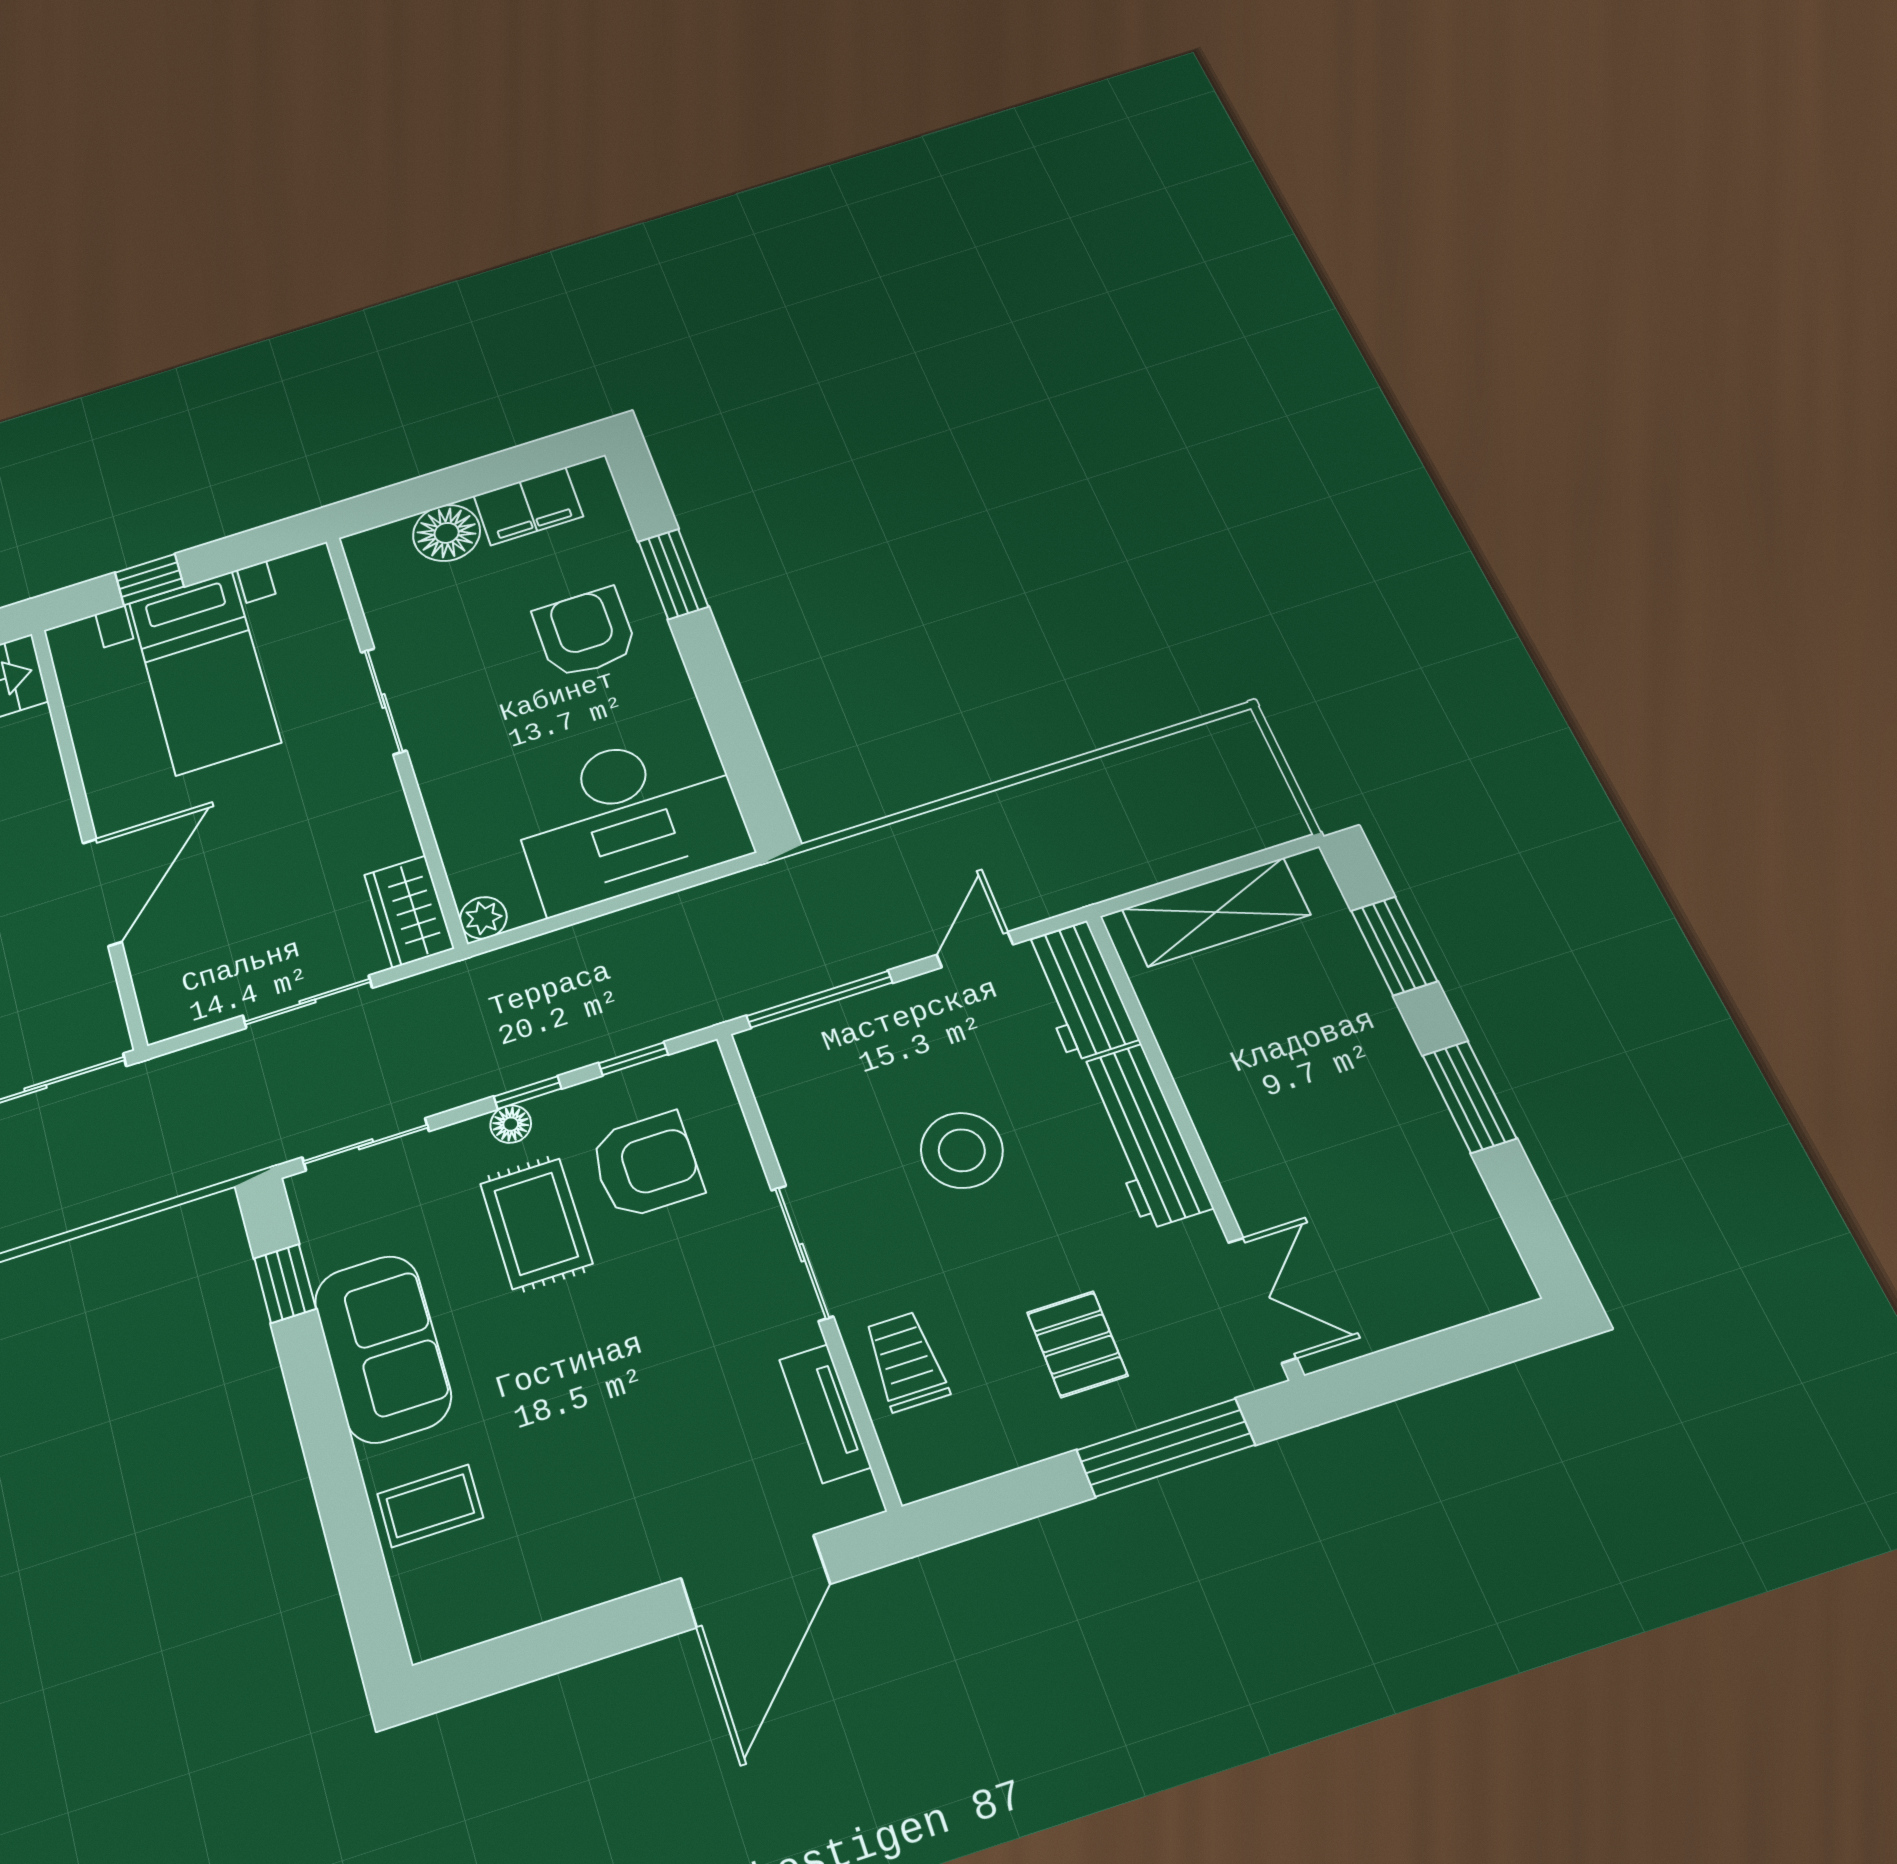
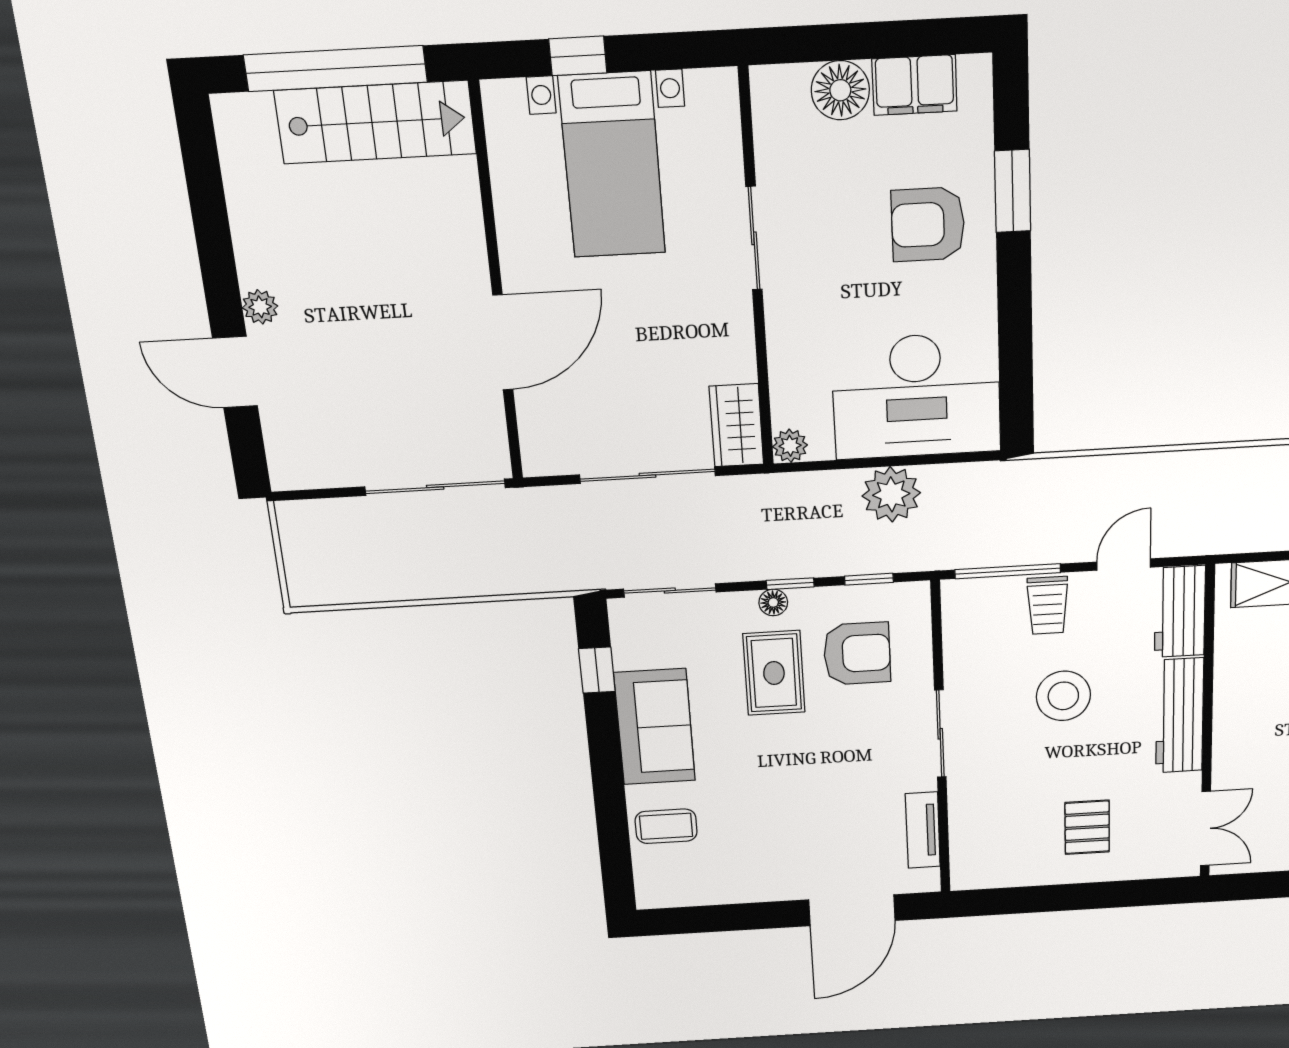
armchair: (585, 633) -> (928, 224), turned -90
plant: (631, 942) -> (891, 494), added
sliding door: (308, 1002) -> (648, 475), width x1.37
trolley: (906, 1361) -> (1048, 605), moved, turned 180
window: (1166, 1448) -> (1114, 894), removed

